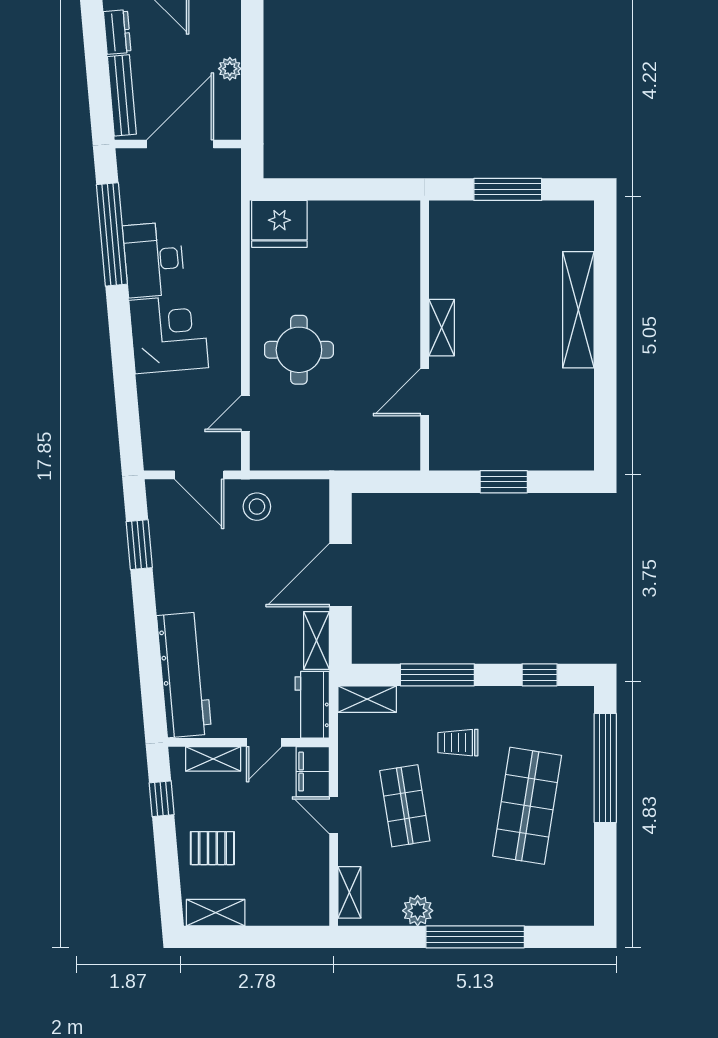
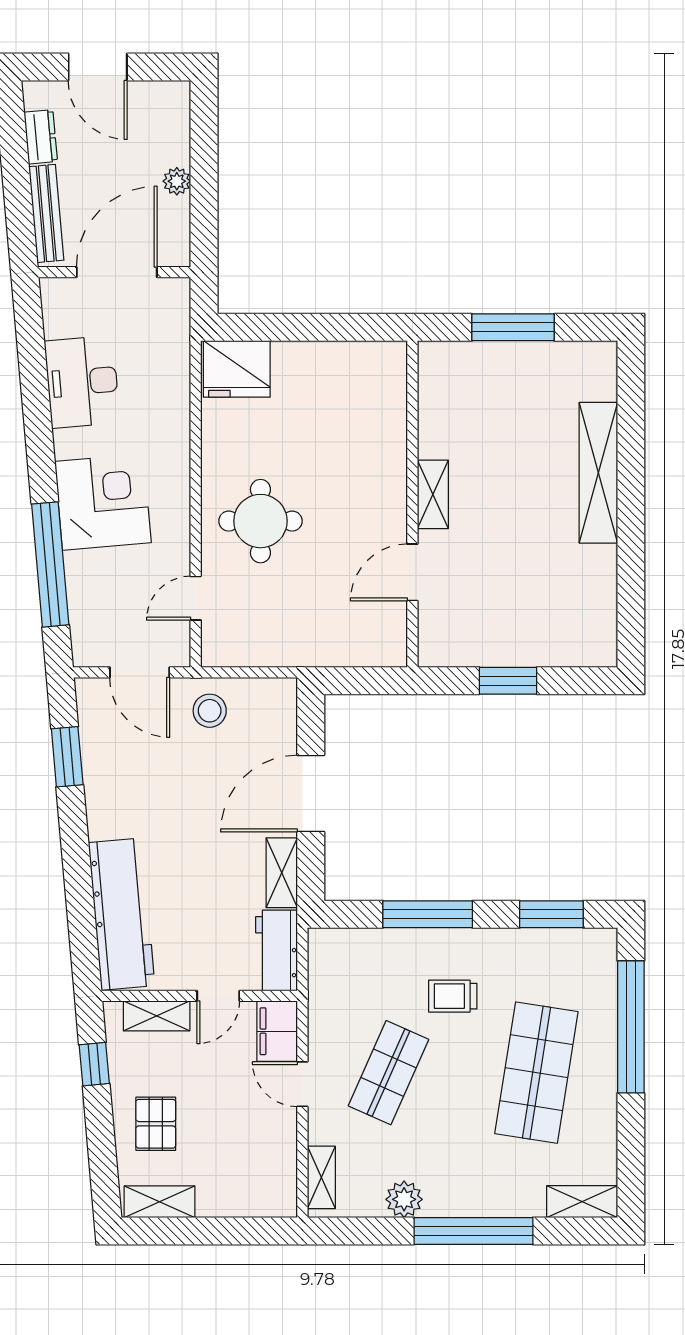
window: (112, 234) -> (50, 564), moved
desk: (154, 260) -> (82, 382), moved
window: (540, 675) -> (551, 914), width x1.50
shelving: (367, 699) -> (582, 1202), moved
shop shelf: (405, 806) -> (388, 1073), turned 33
pallet: (212, 848) -> (156, 1124), turned 90

